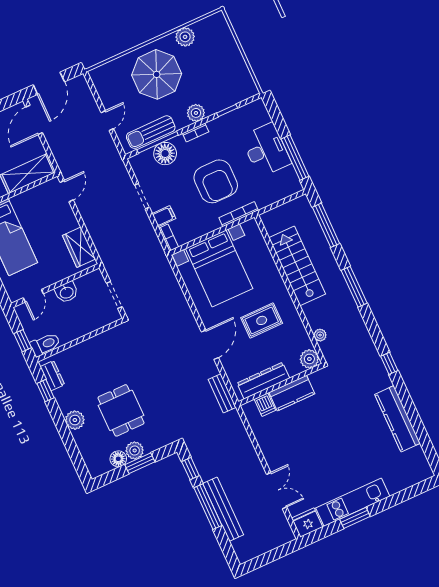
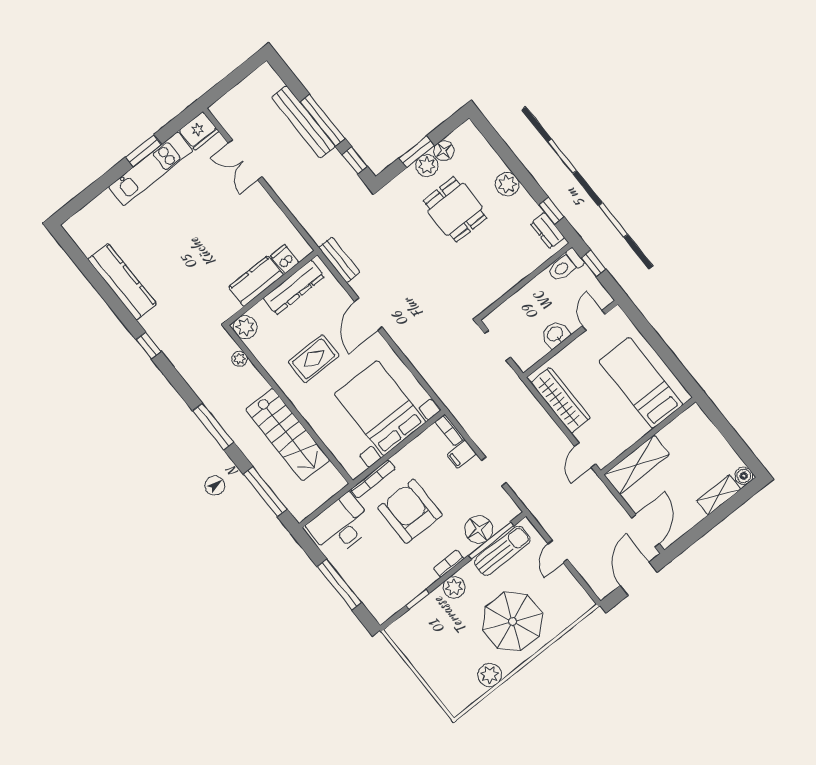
desk: (266, 150) -> (341, 525), moved, turned 90
window: (295, 158) -> (339, 584), moved
wardrobe: (79, 247) -> (561, 400), width x1.50

